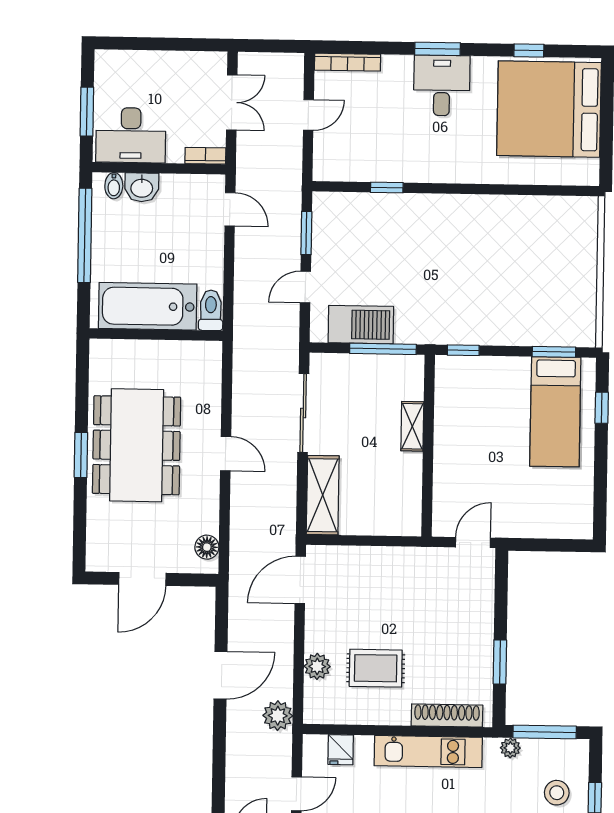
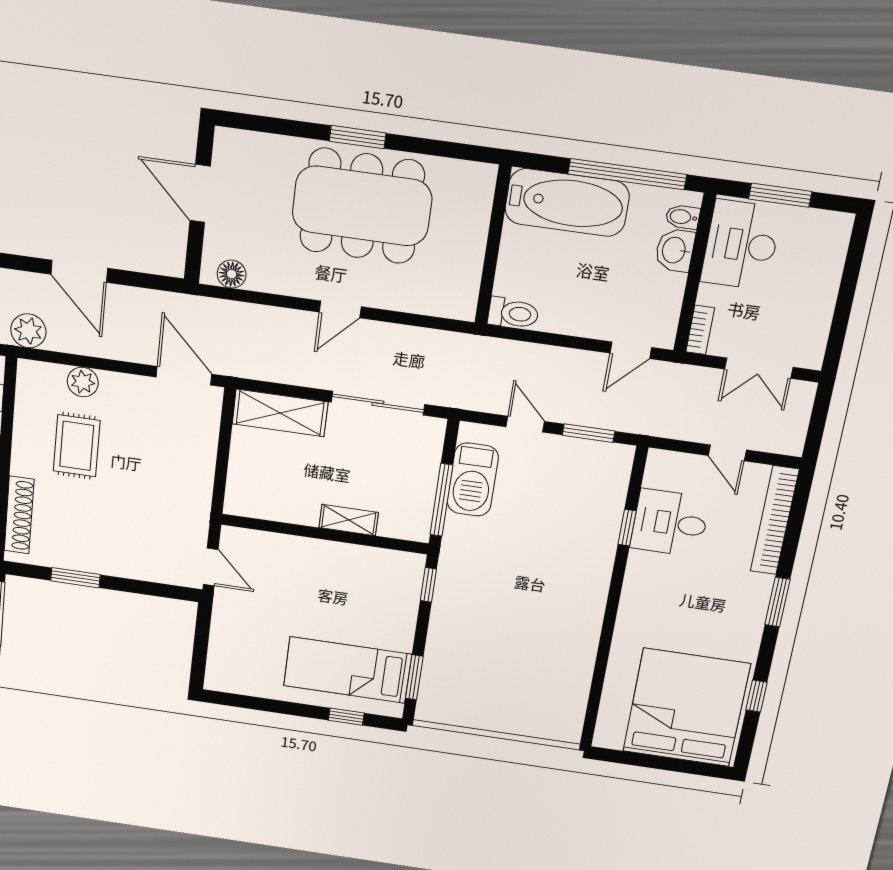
bookcase: (347, 62) -> (775, 520), width x1.48, depth x1.31
desk: (442, 85) -> (670, 523), moved, turned 180
bathtub: (148, 306) -> (567, 203), moved, turned 90

